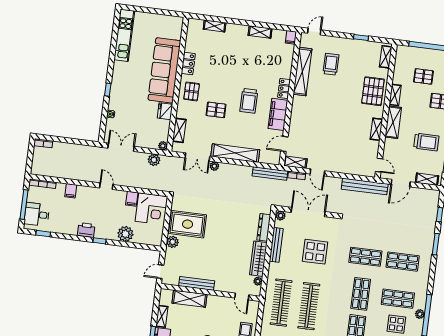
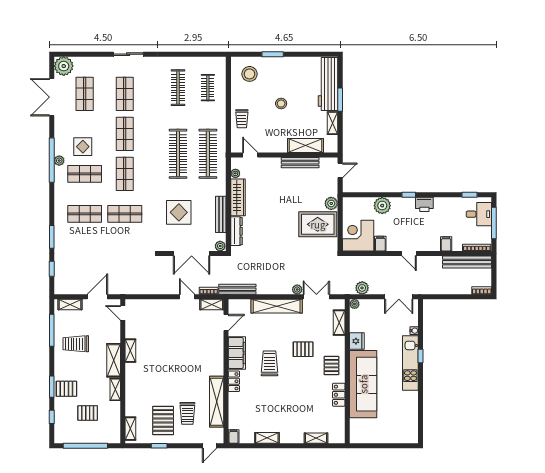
kitchen unit: (124, 35) -> (410, 363), moved
pallet: (373, 91) -> (163, 420), moved
bench: (365, 186) -> (467, 262), moved

